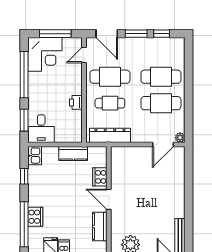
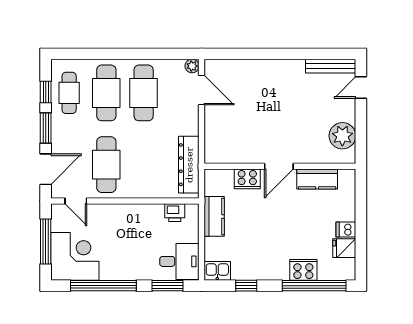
printer: (76, 102) -> (175, 213), moved
cafe table: (110, 103) -> (69, 93), moved

